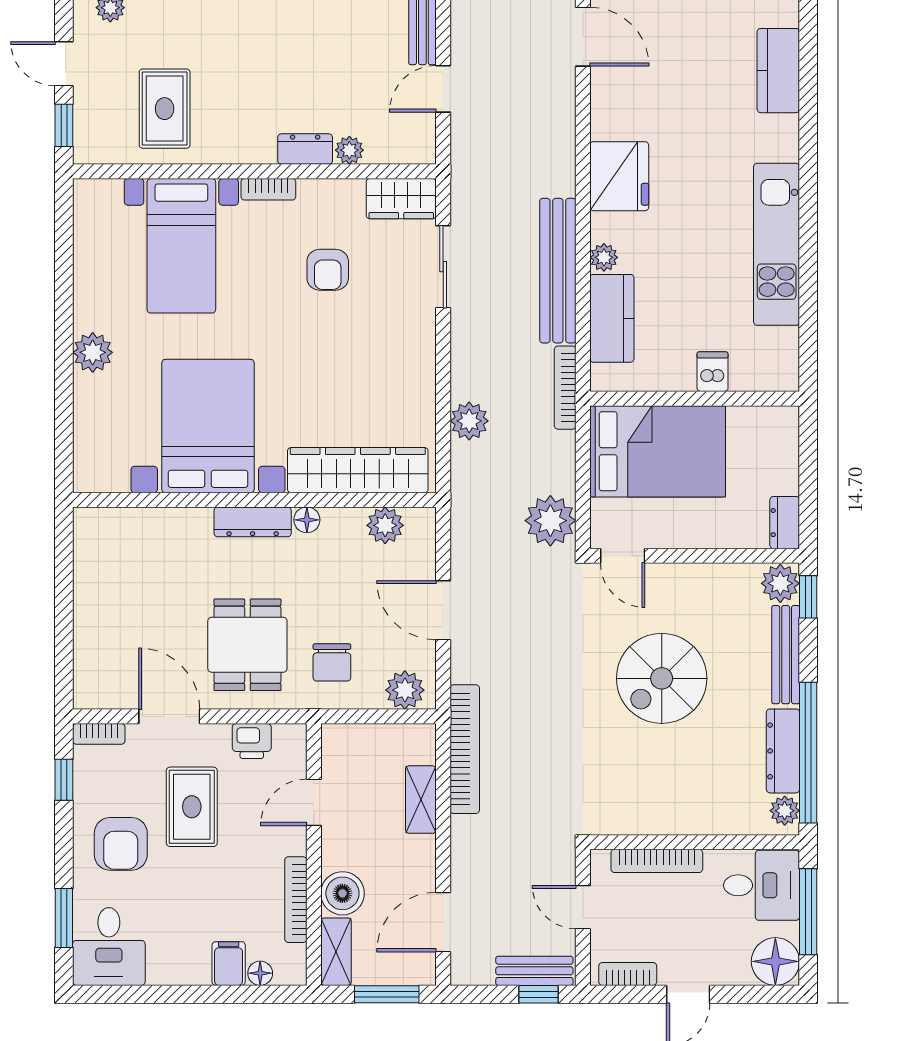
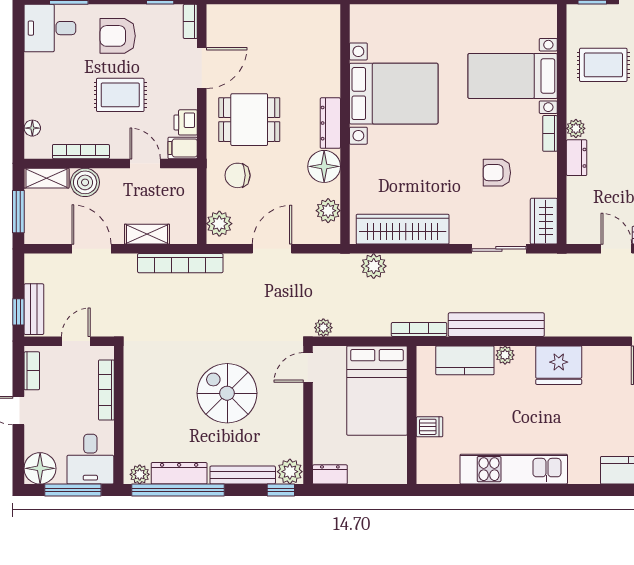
plant: (349, 150) -> (576, 128), moved
plant: (93, 352) -> (442, 17), removed
plant: (469, 421) -> (374, 266), moved
wardrobe: (358, 470) -> (403, 229), moved, turned -90
floor lamp: (307, 520) -> (324, 166), width x1.89, depth x1.89
plant: (550, 521) -> (323, 328), width x0.53, depth x0.53
rug: (192, 807) -> (120, 95), moved
door: (443, 922) -> (92, 249), moved
filing cabinet: (229, 964) -> (183, 148), moved, turned 180

